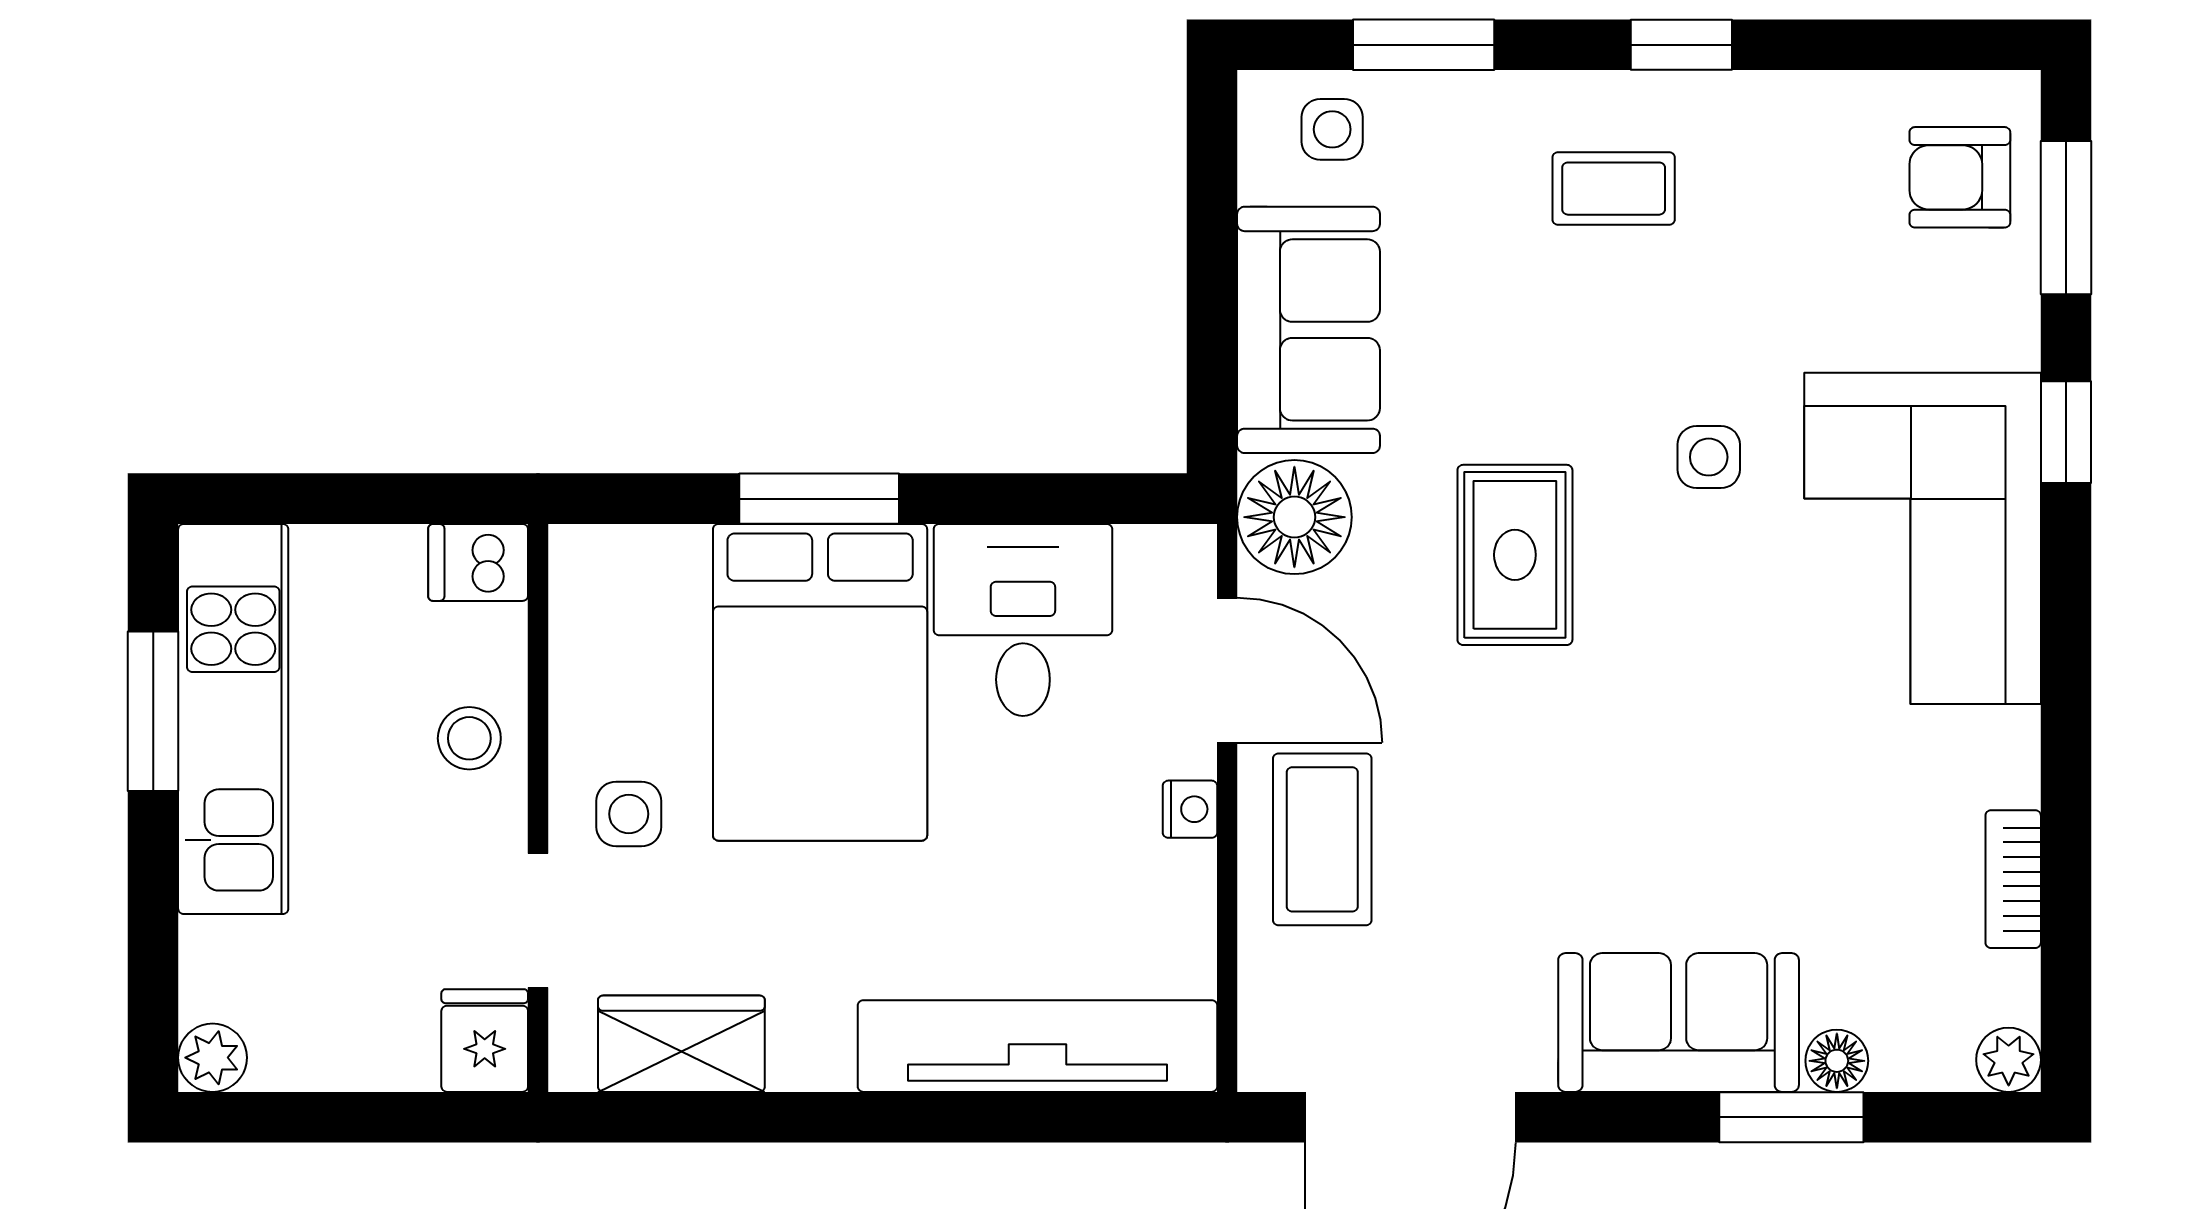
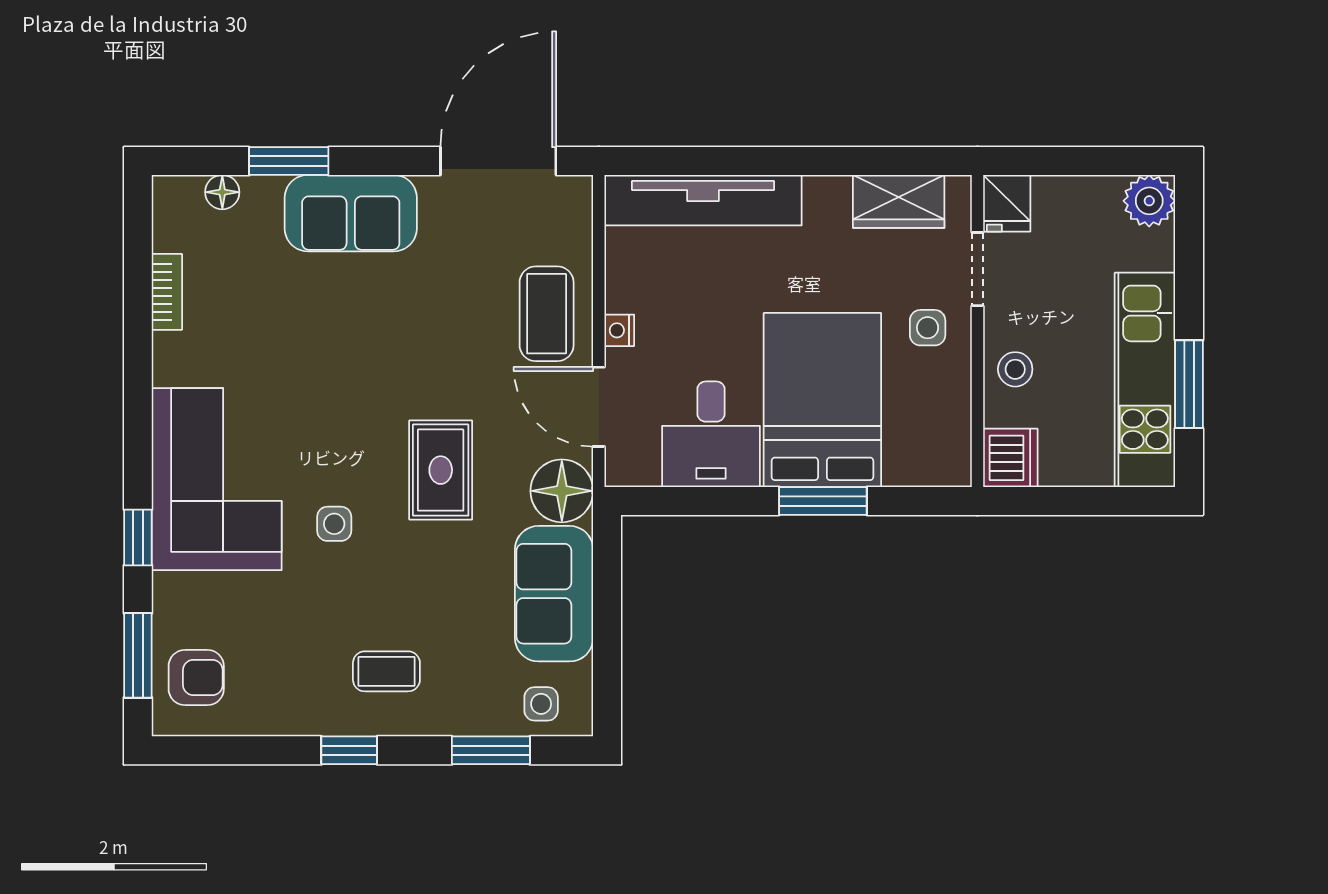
dishwasher: (478, 562) -> (1010, 458), width x1.38
plant: (213, 1058) -> (1149, 201), width x1.38, depth x1.38
plant: (2009, 1060) -> (169, 193), removed
floor lamp: (1837, 1061) -> (222, 192), moved

